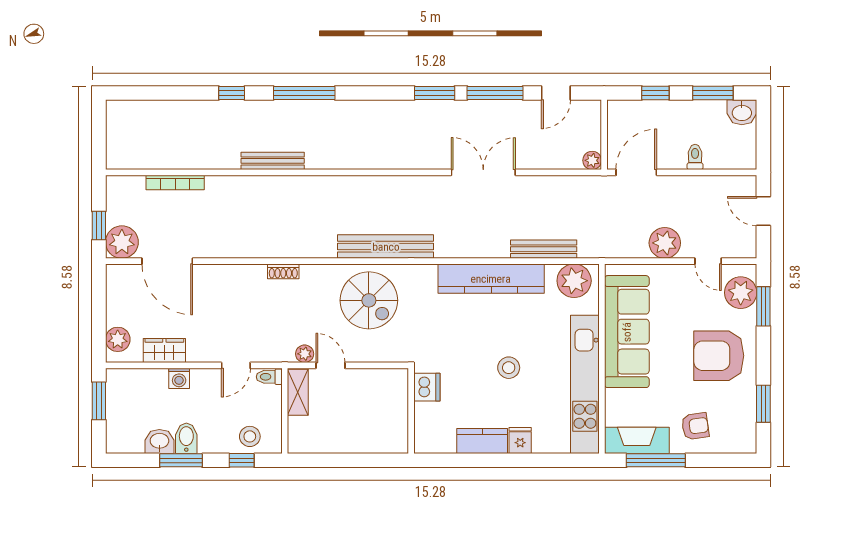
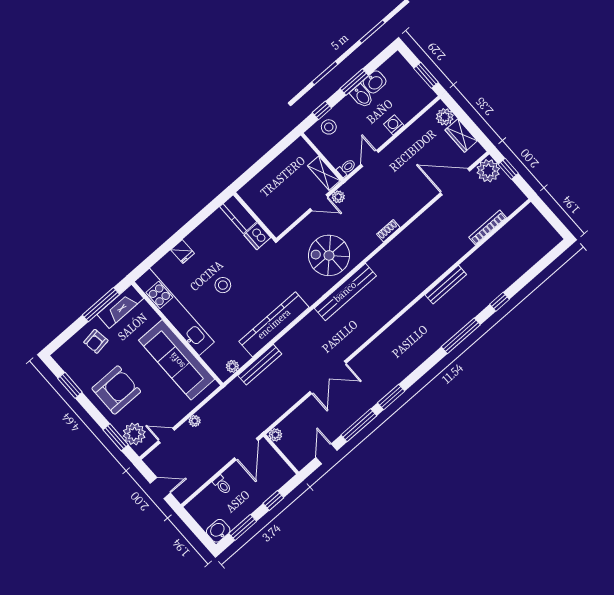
plant: (665, 243) -> (195, 421), width x0.53, depth x0.53
plant: (574, 281) -> (232, 366), width x0.53, depth x0.53
wardrobe: (164, 351) -> (461, 135), moved, turned 90
kitchen counter: (482, 441) -> (238, 214), moved, turned 90

